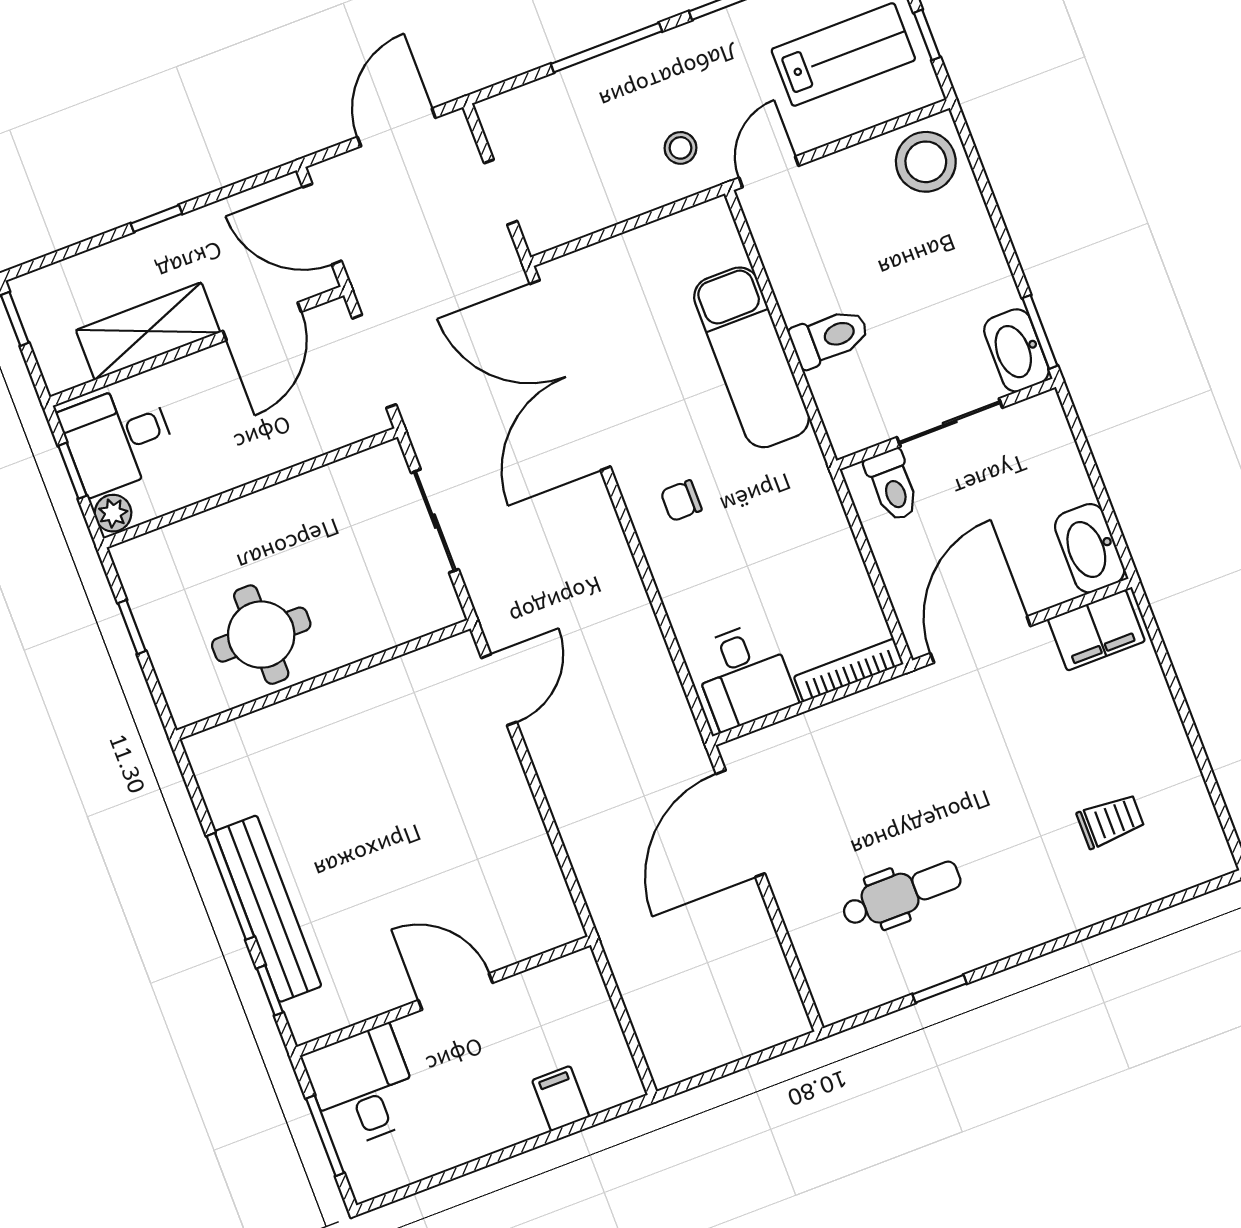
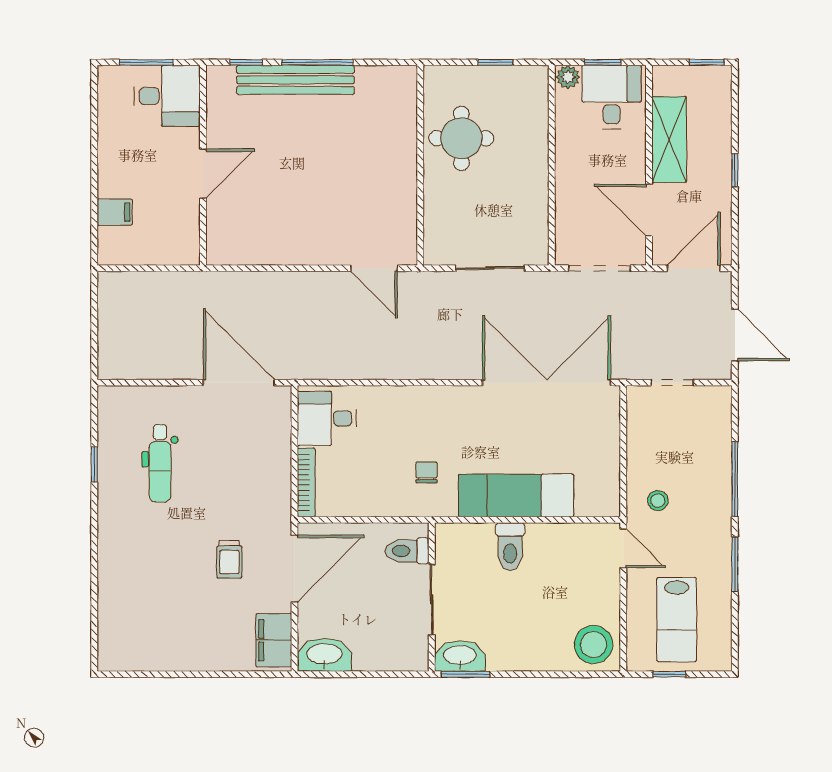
chair: (681, 501) -> (426, 472), moved
door: (980, 640) -> (294, 568), hinge flipped
trolley: (1111, 821) -> (229, 559), moved

